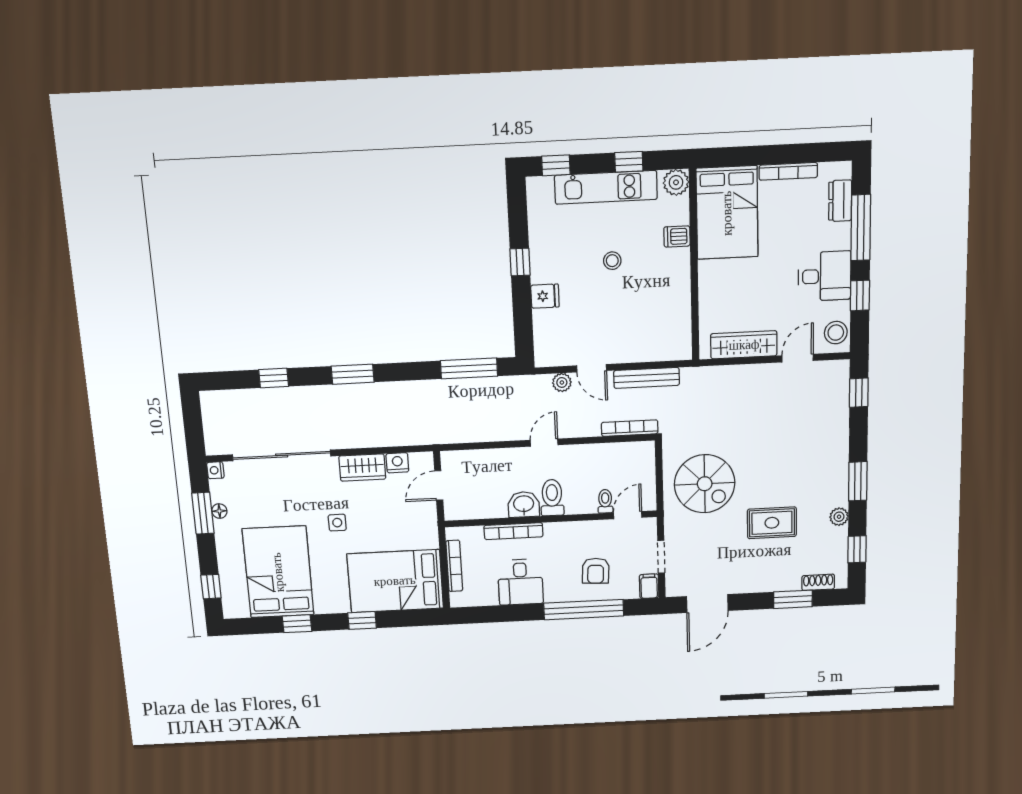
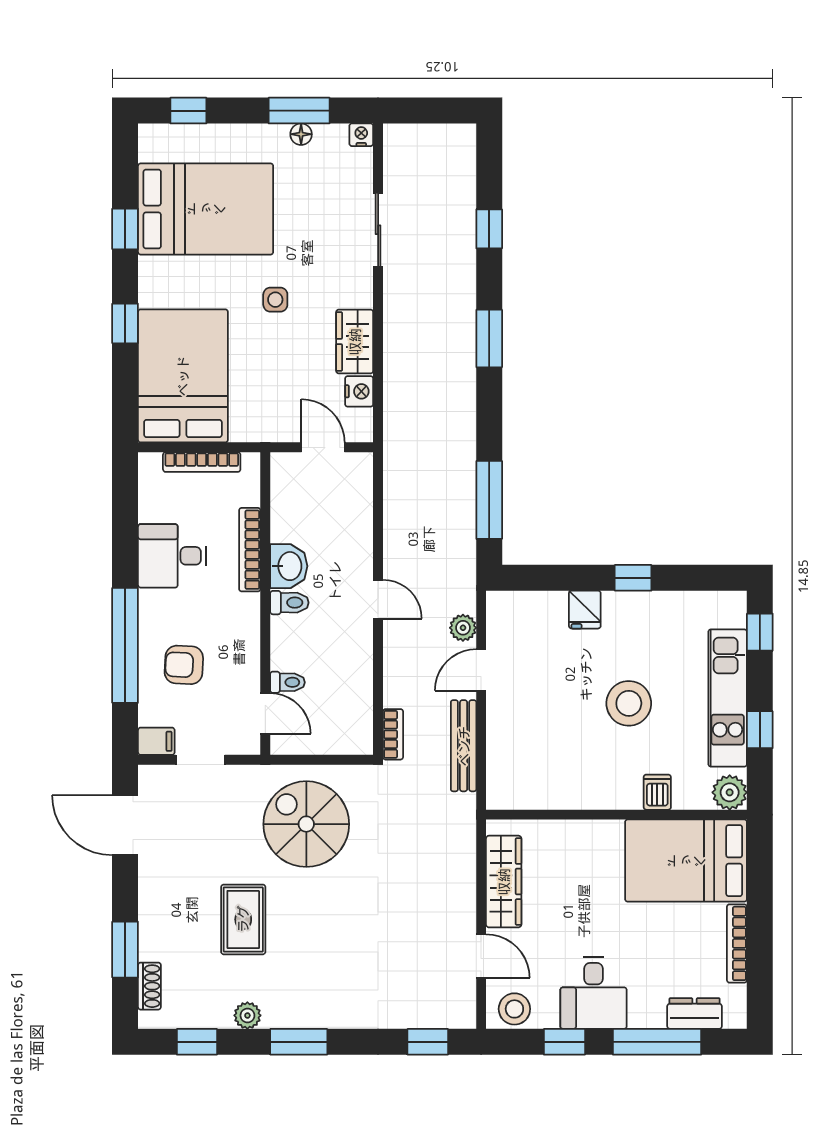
stool: (612, 261) -> (629, 703), width x1.89, depth x1.89
bookcase: (630, 428) -> (393, 734), width x0.64
sliding door: (282, 455) -> (378, 230), width x0.54
spiral stairs: (705, 484) -> (306, 824), turned 90
toilet: (552, 498) -> (289, 603), width x0.73, depth x0.72

